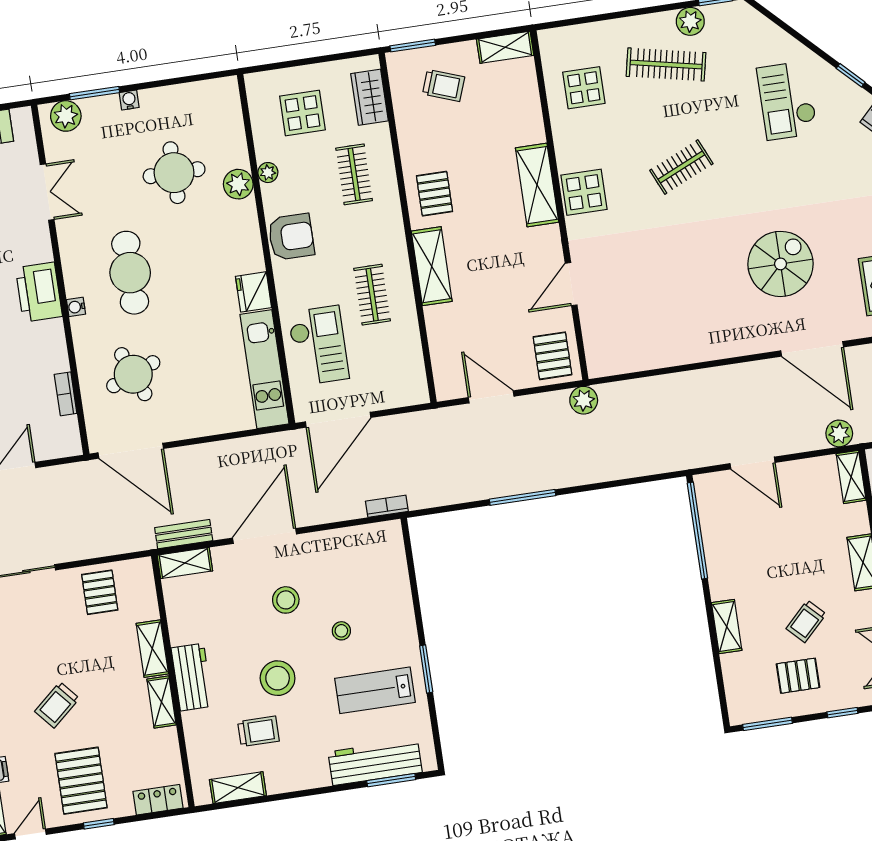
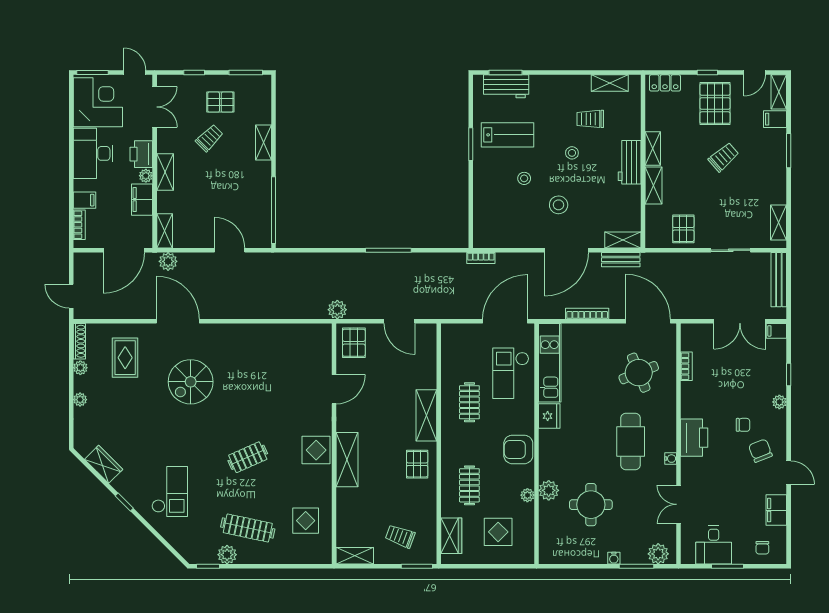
water cooler: (76, 307) -> (671, 459), moved
bookcase: (221, 449) -> (587, 314), added
stool: (278, 678) -> (572, 153), width x0.53, depth x0.53
workbench: (375, 762) -> (506, 86), width x0.73

